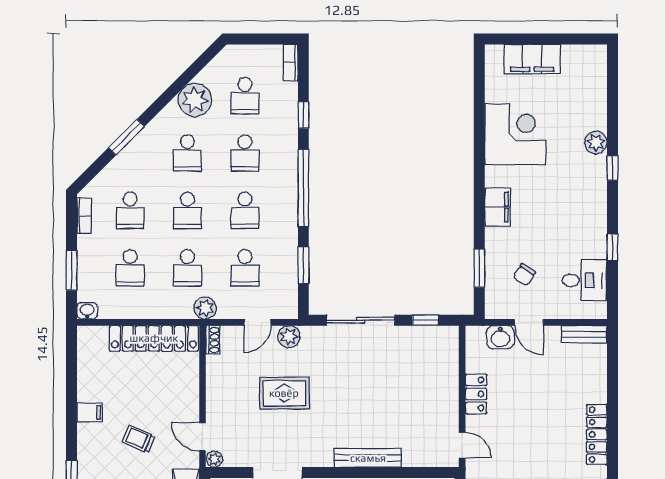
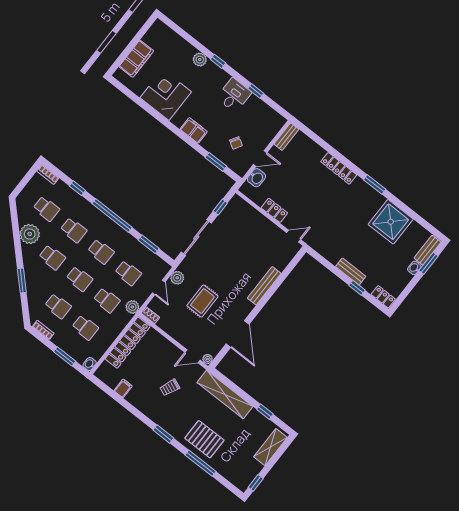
desk: (585, 280) -> (234, 95), moved
filing cabinet: (90, 412) -> (123, 388), moved

